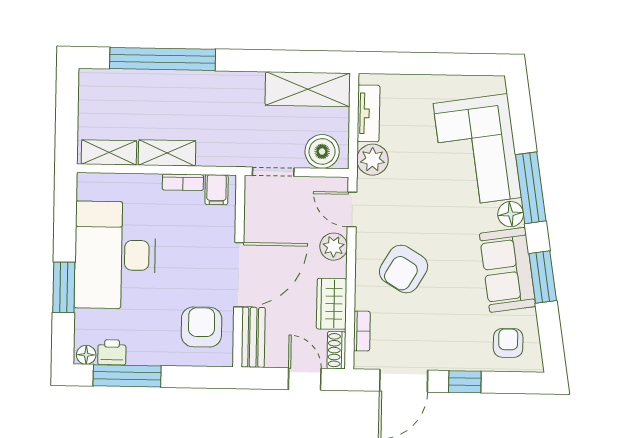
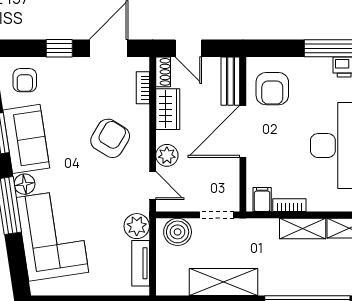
shelving: (308, 89) -> (224, 282), moved

